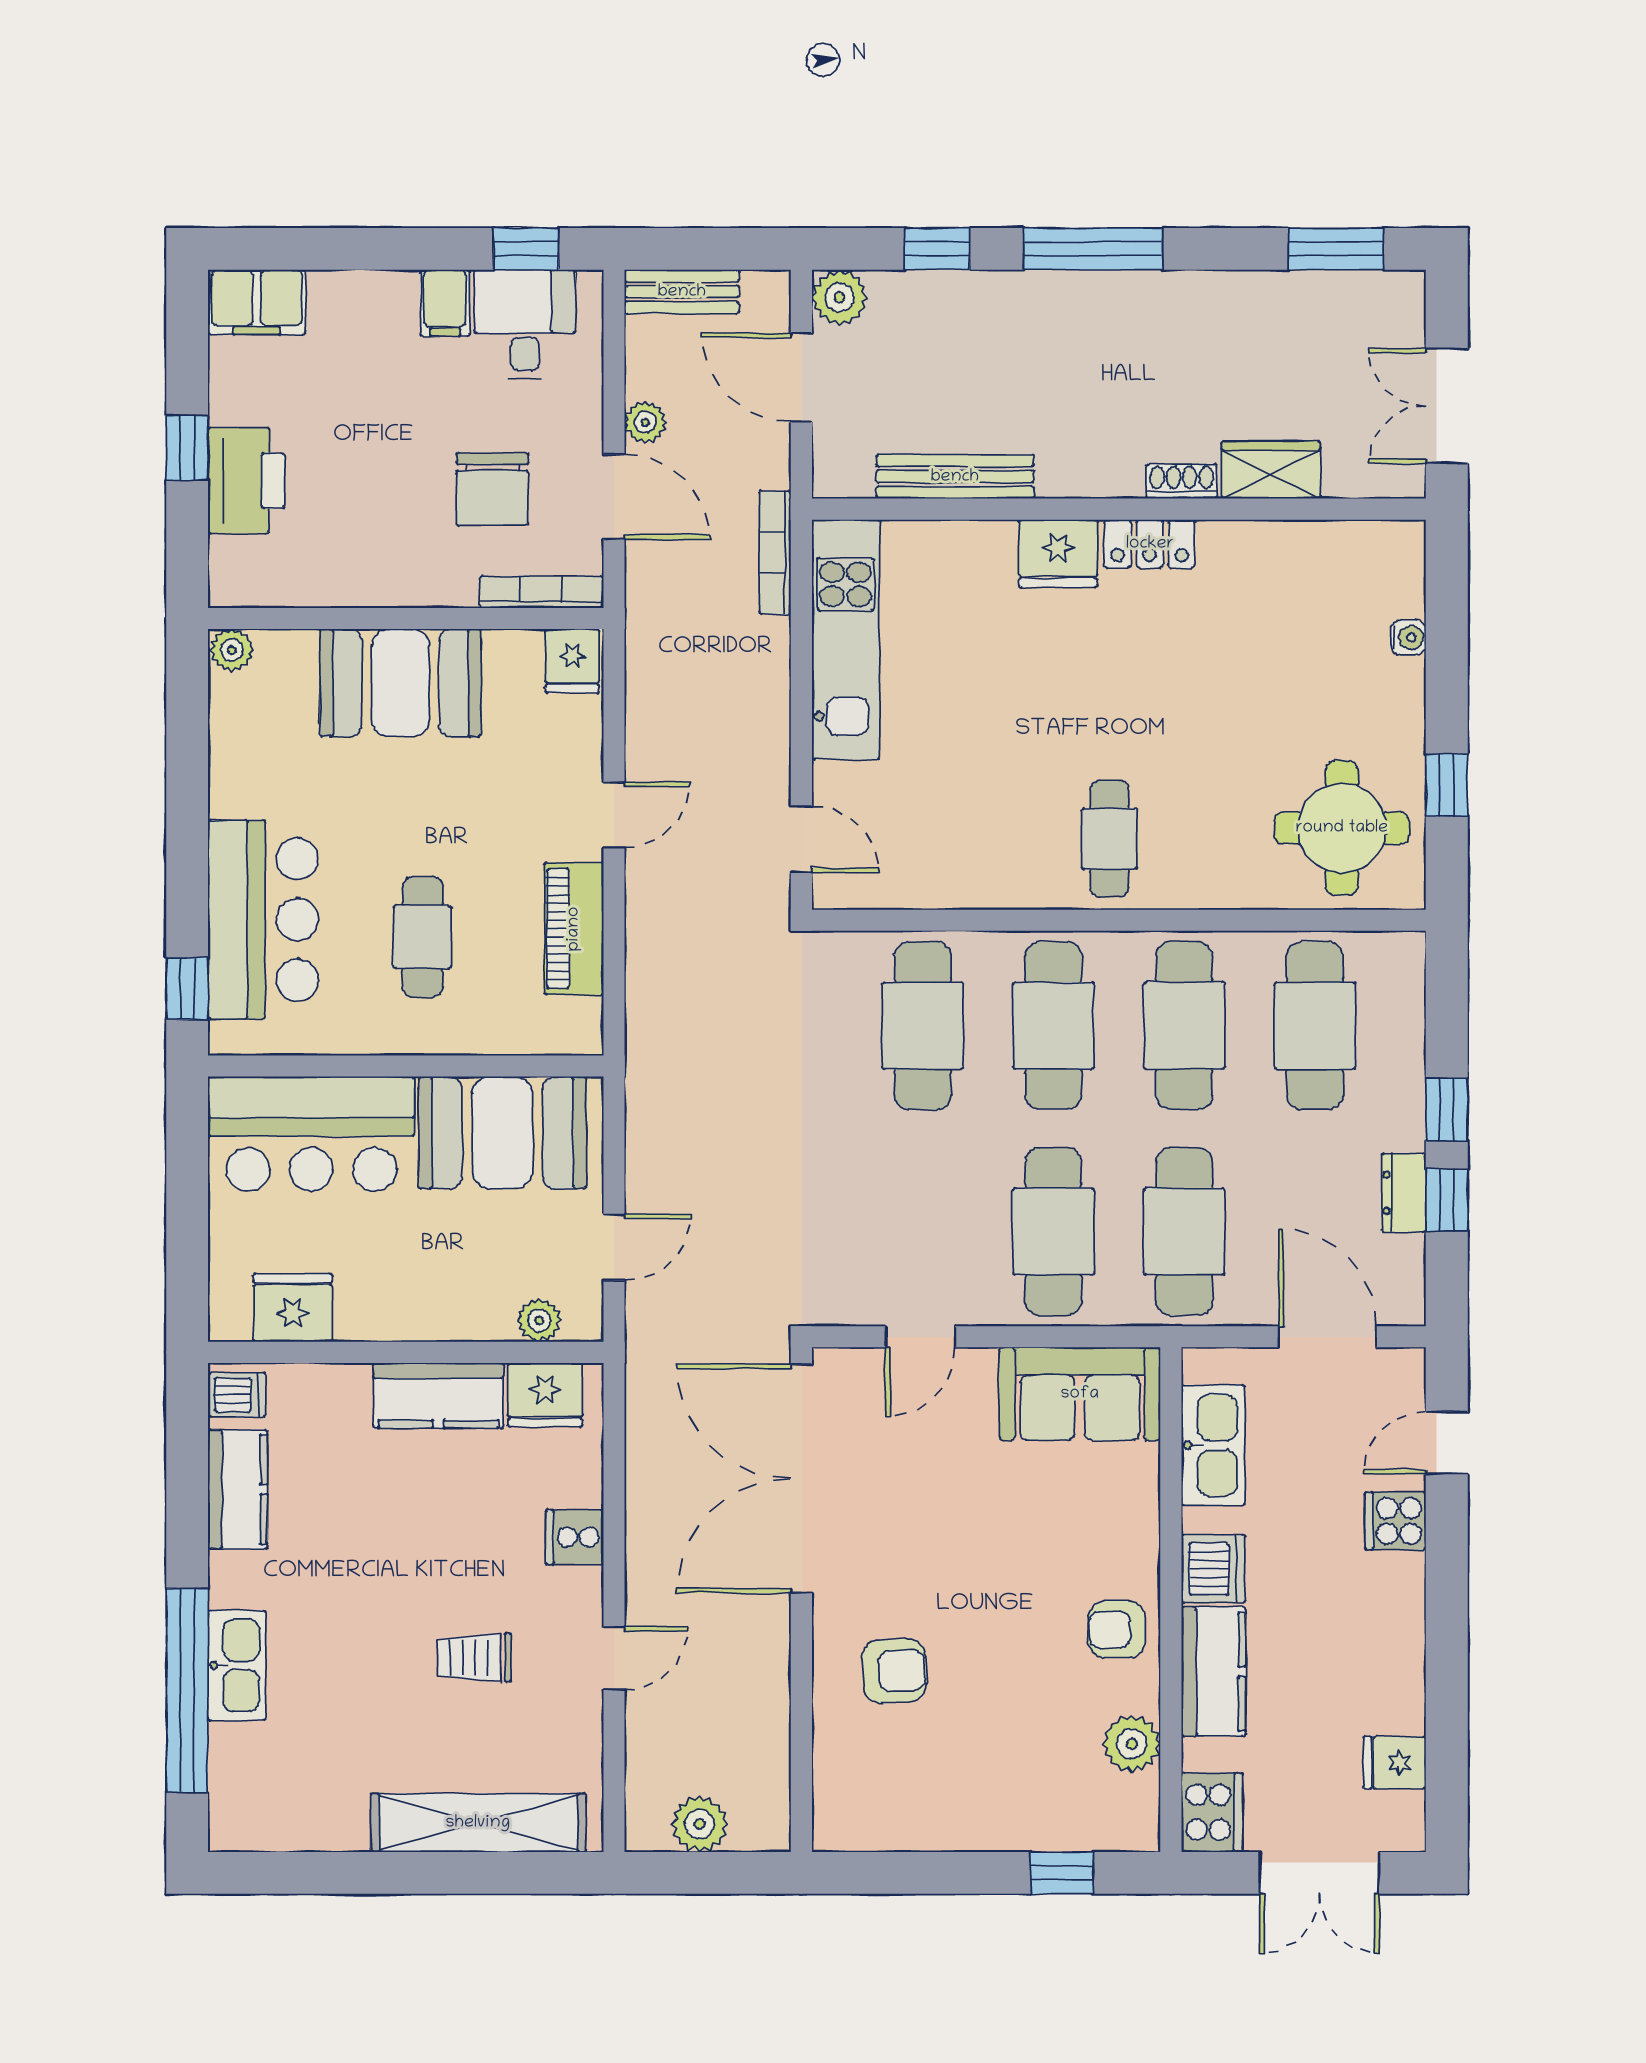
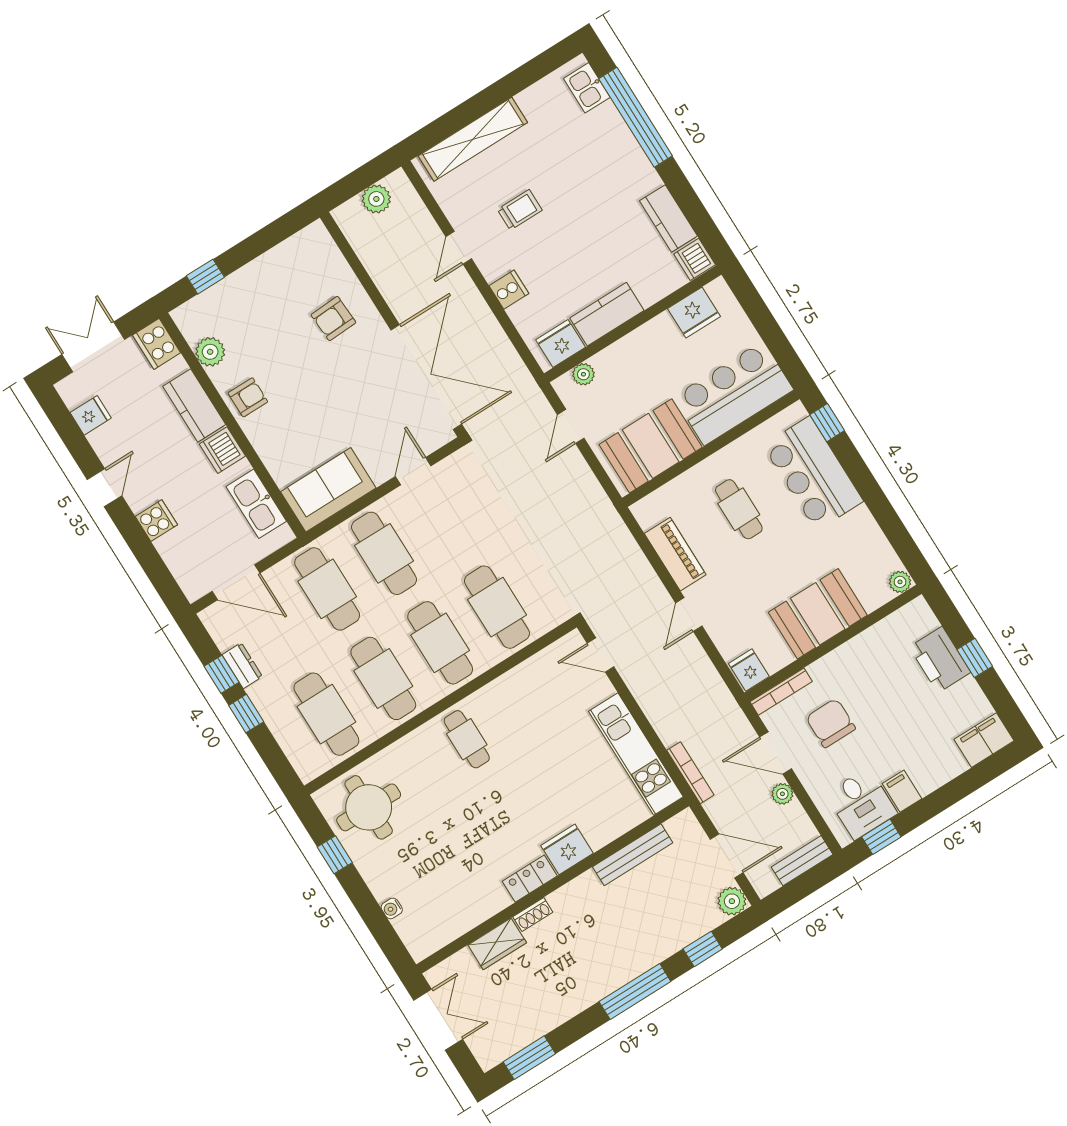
dishwasher: (237, 1395) -> (695, 259), width x1.38
door: (1447, 1443) -> (104, 488), moved
kitchen sink: (237, 1665) -> (587, 88), moved, width x0.73

